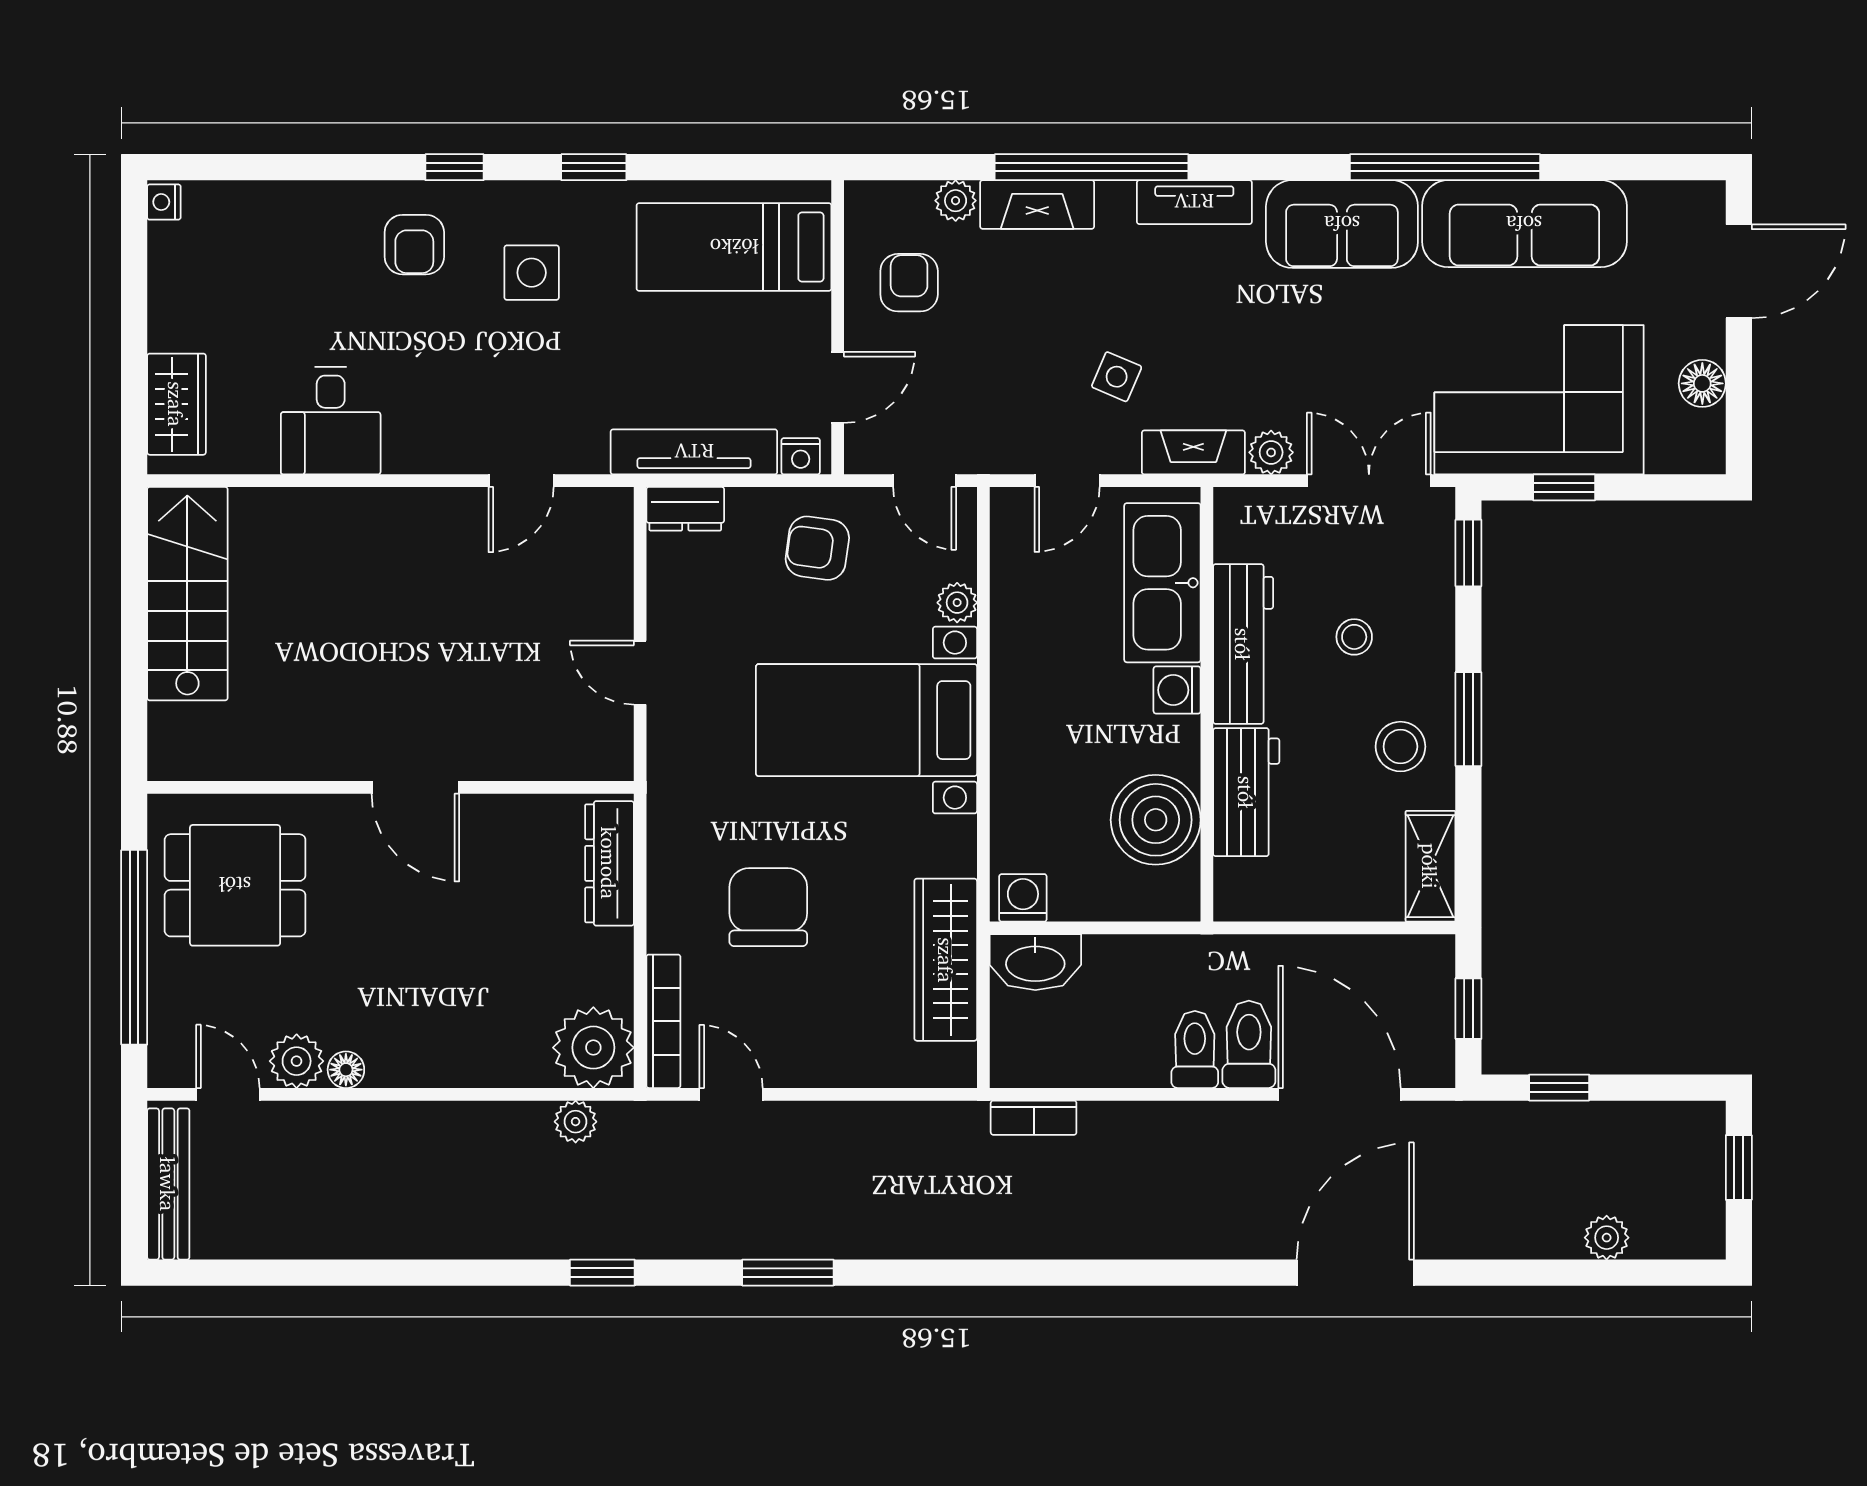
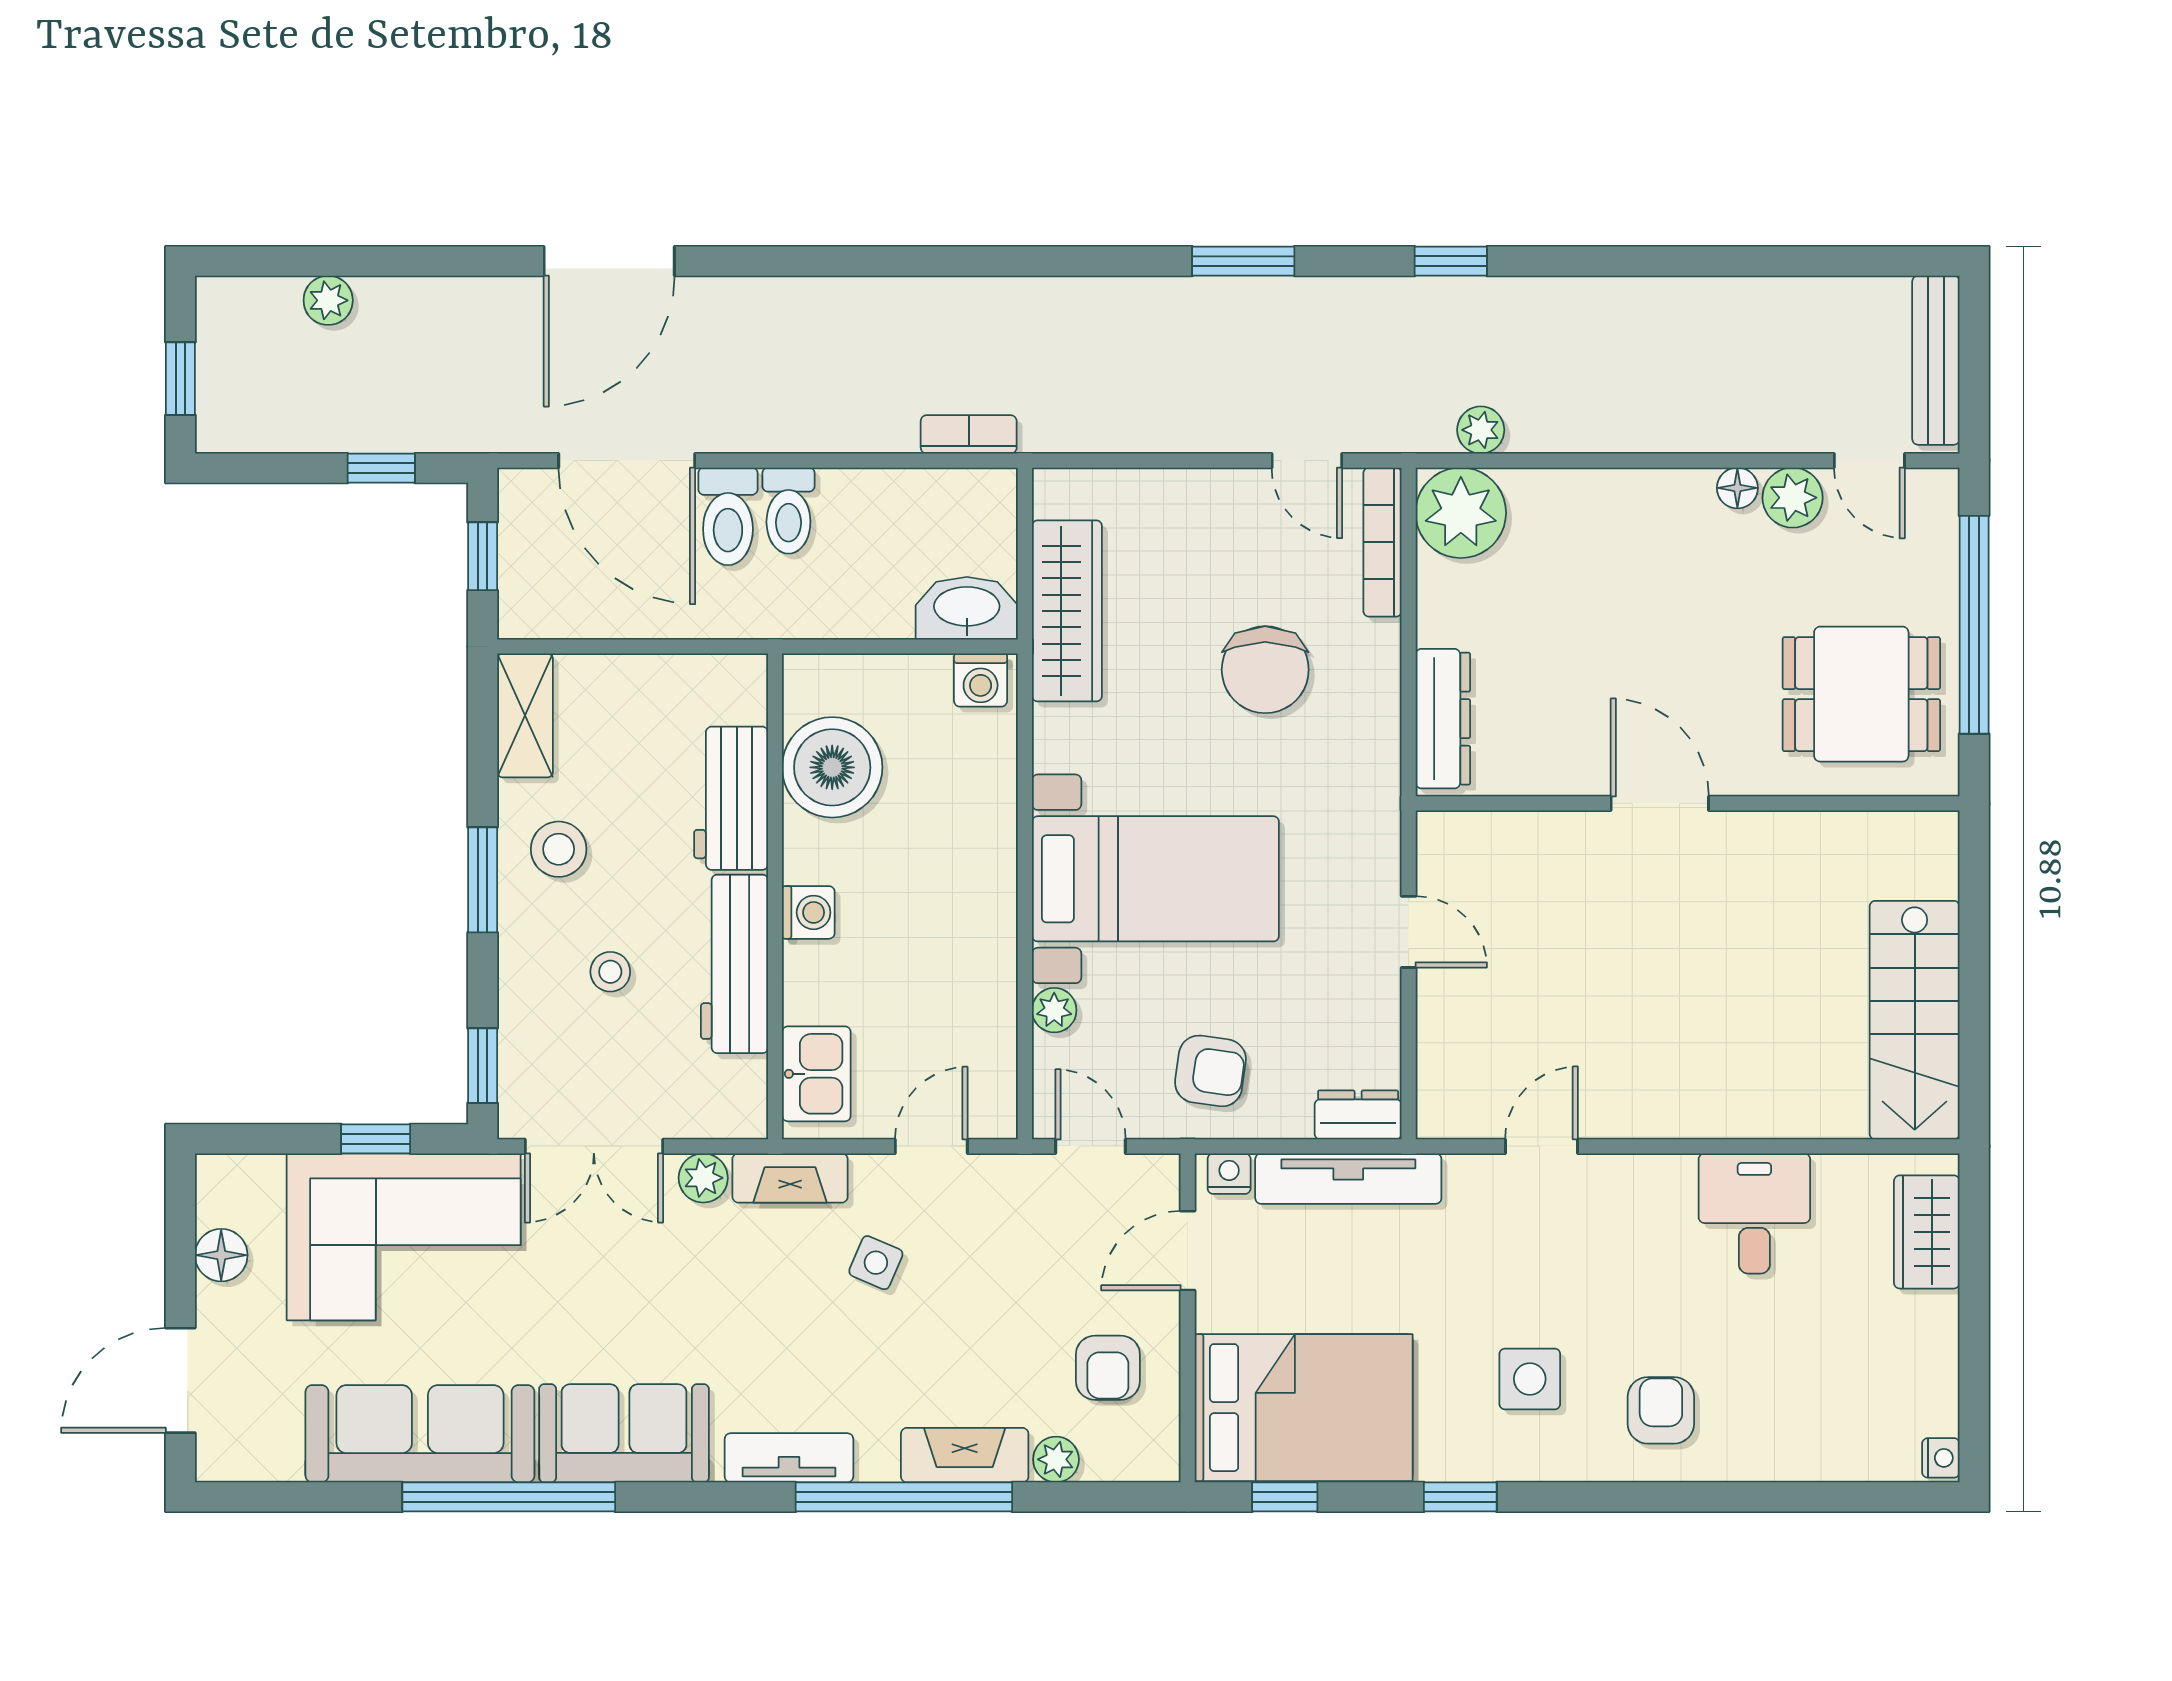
window: (454, 167) -> (1285, 1497), moved
bed: (734, 247) -> (1304, 1408), width x1.50
kitchen sink: (1162, 583) -> (816, 1074), width x0.53, depth x0.81

